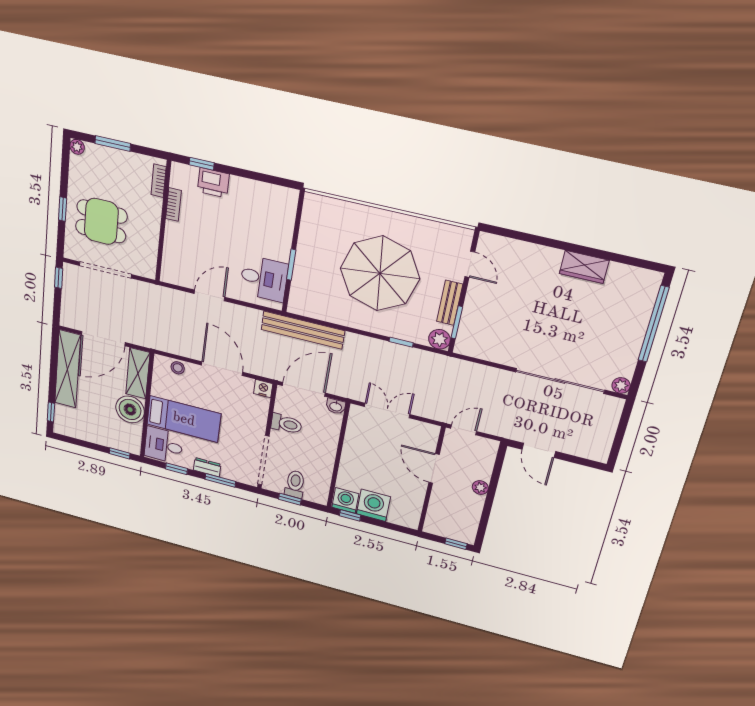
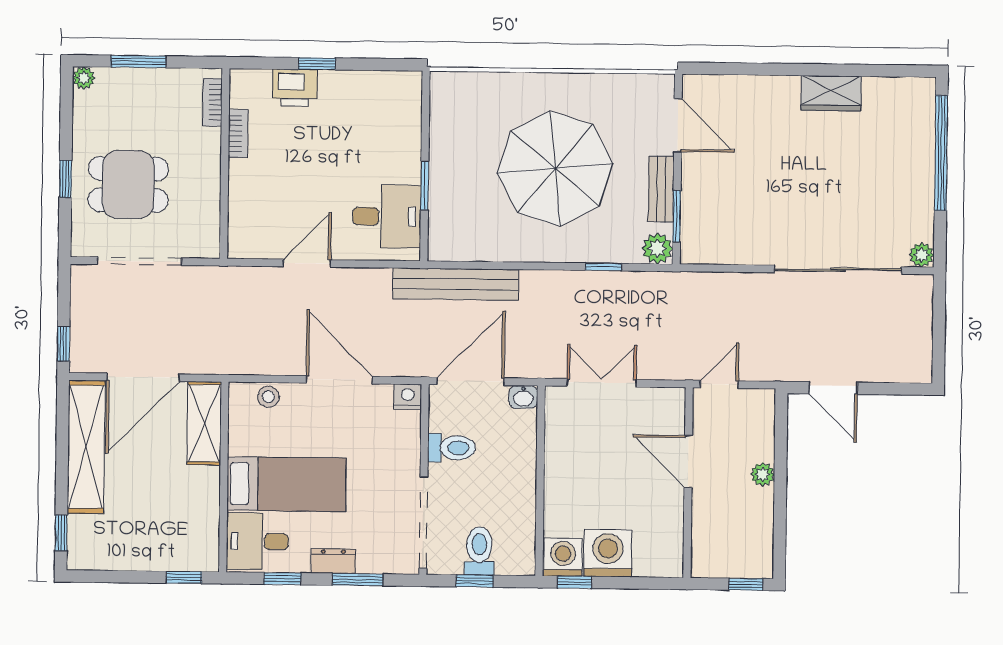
window: (202, 164) -> (317, 64), moved
door: (470, 264) -> (678, 125), width x1.38
window: (59, 278) -> (63, 344), moved
boiler: (130, 409) -> (196, 491), removed

